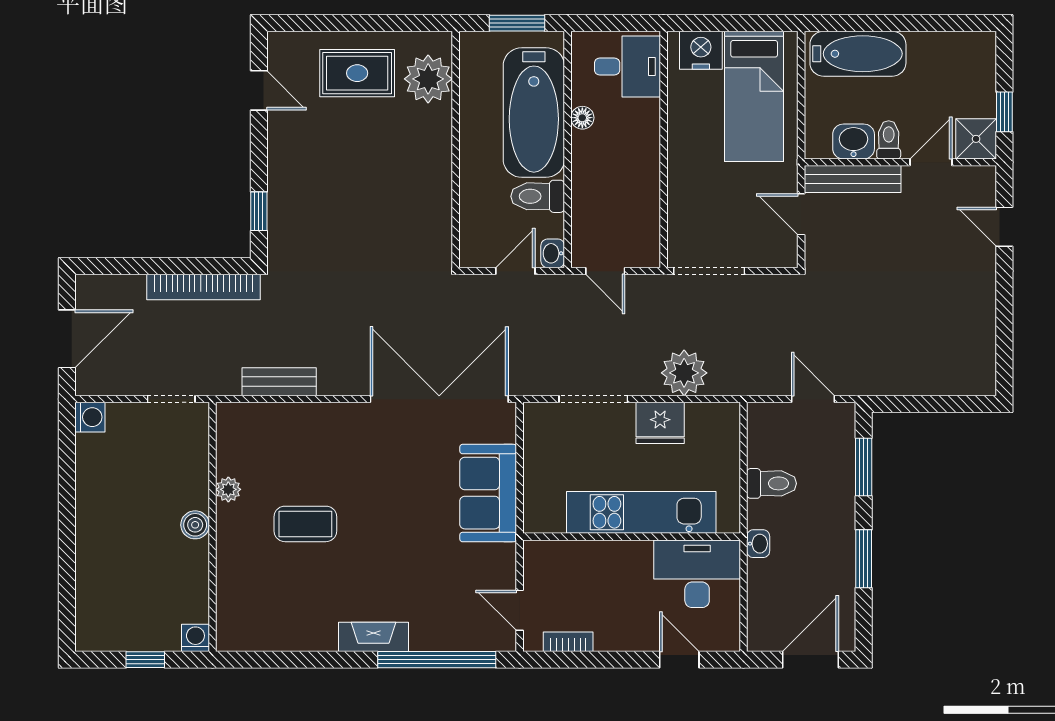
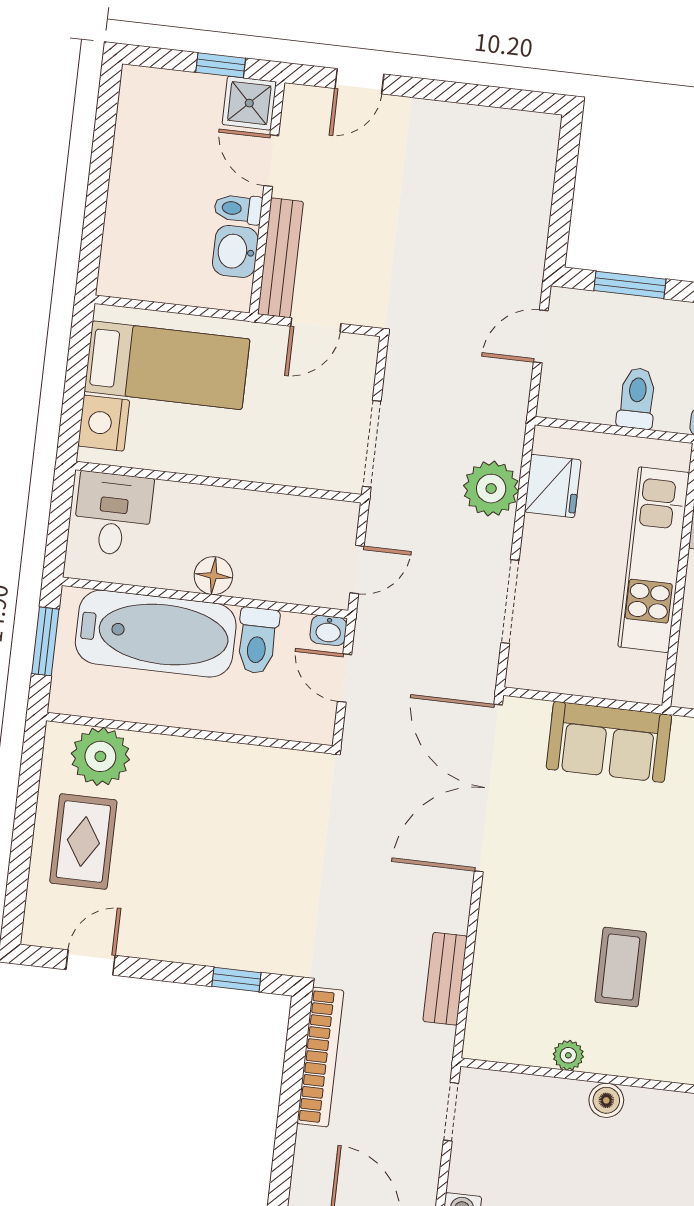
bathtub: (858, 54) -> (130, 234), removed
floor lamp: (582, 118) -> (213, 576), moved, width x1.37, depth x1.37
fridge: (660, 423) -> (553, 486), moved

